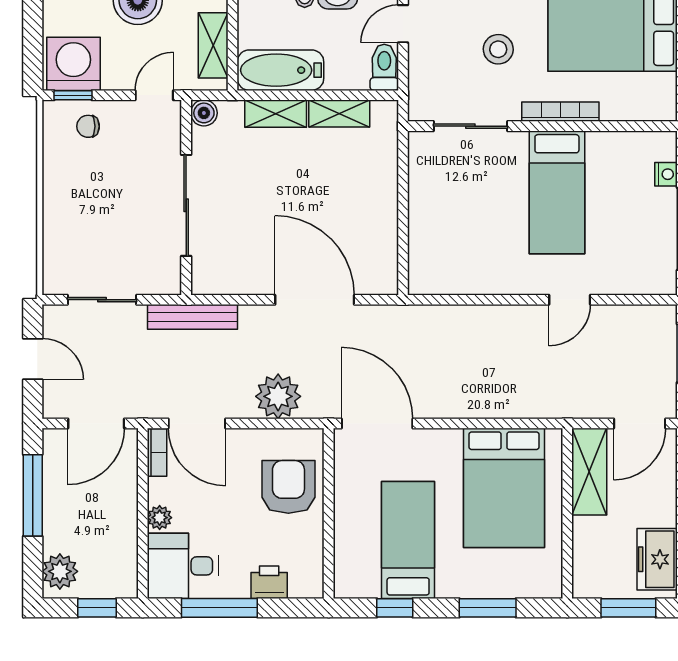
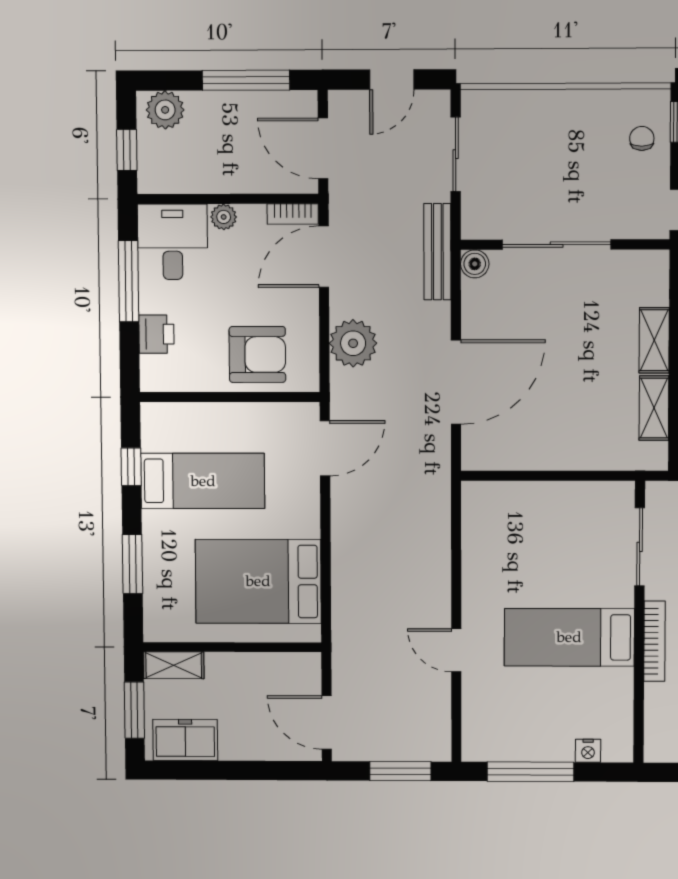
boiler: (204, 113) -> (475, 264), moved
door: (377, 424) -> (325, 448), width x0.73
shelving: (589, 472) -> (174, 665), moved, width x0.67, depth x0.75

